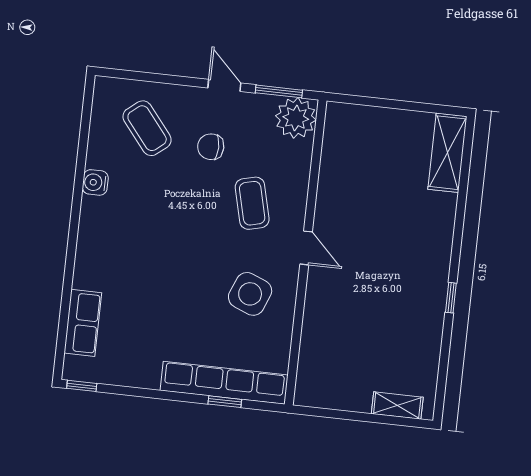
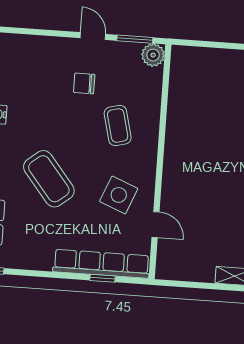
plant: (296, 118) -> (153, 55), width x0.73, depth x0.73
coffee table: (147, 128) -> (49, 179), moved, width x1.36, depth x1.32
door: (306, 248) -> (156, 225), moved

